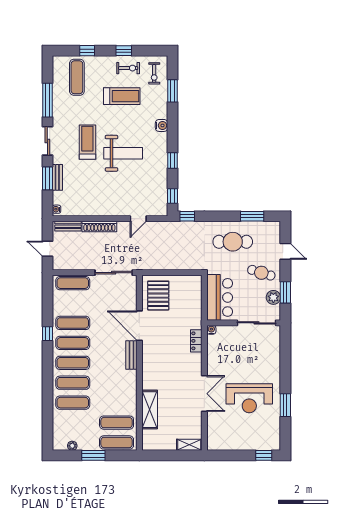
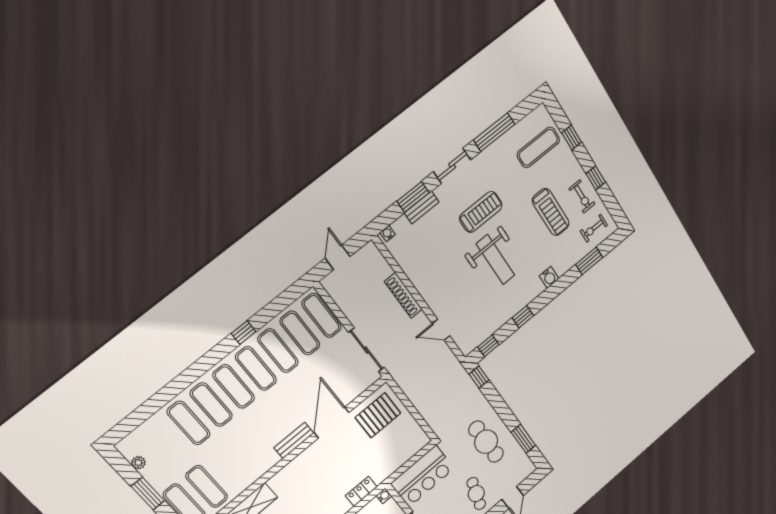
bench: (68, 226) -> (379, 261), removed
exercise mat: (73, 303) -> (300, 333), added

